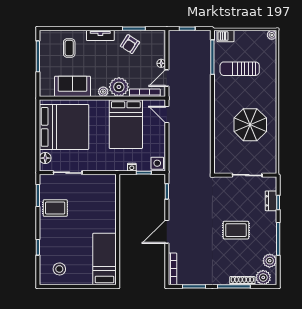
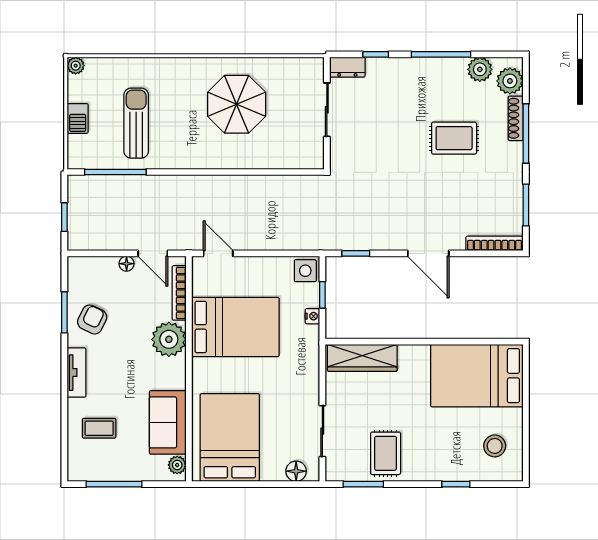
barbecue: (226, 36) -> (78, 118), moved
armchair: (130, 44) -> (92, 319), turned -97
sun lounger: (240, 69) -> (136, 123), turned 180
plant: (103, 92) -> (177, 465), moved
door: (167, 115) -> (218, 253), swing flipped
bed: (64, 127) -> (230, 438), width x0.73
wardrobe: (109, 195) -> (362, 358), added
dresser: (271, 201) -> (347, 67), moved
rug: (236, 230) -> (454, 138), moved, turned 90
bed: (104, 259) -> (477, 376), width x1.50

